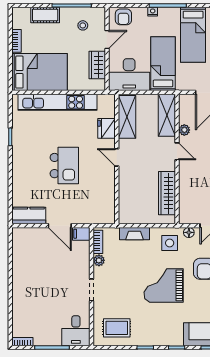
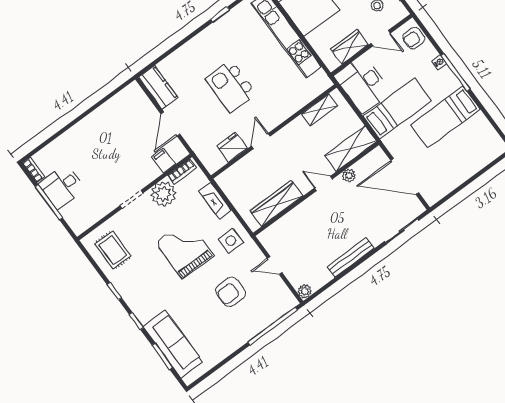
shelving: (127, 117) -> (319, 110), width x0.67, depth x0.75
fridge: (107, 128) -> (232, 147), moved
door: (177, 151) -> (323, 184), swing flipped
door: (117, 157) -> (261, 141), moved
kitchen island: (64, 166) -> (231, 86), turned 90
floor lamp: (189, 232) -> (254, 252), removed
filing cabinet: (81, 234) -> (163, 161), moved
plant: (99, 260) -> (163, 194), width x1.87, depth x1.87
grand piano: (164, 285) -> (184, 249), moved
desk: (76, 331) -> (62, 187), moved

